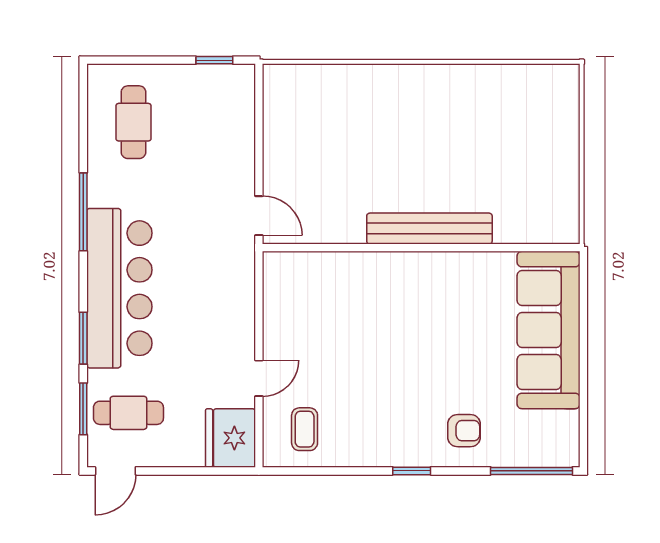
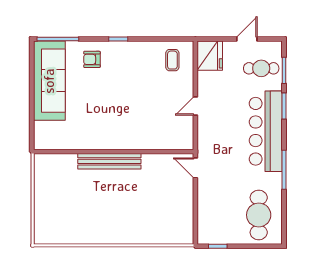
cafe table: (133, 122) -> (259, 215), width x1.37, depth x1.35
sofa: (549, 330) -> (49, 81), moved
door: (259, 378) -> (195, 106), moved
door: (115, 471) -> (247, 39), moved

